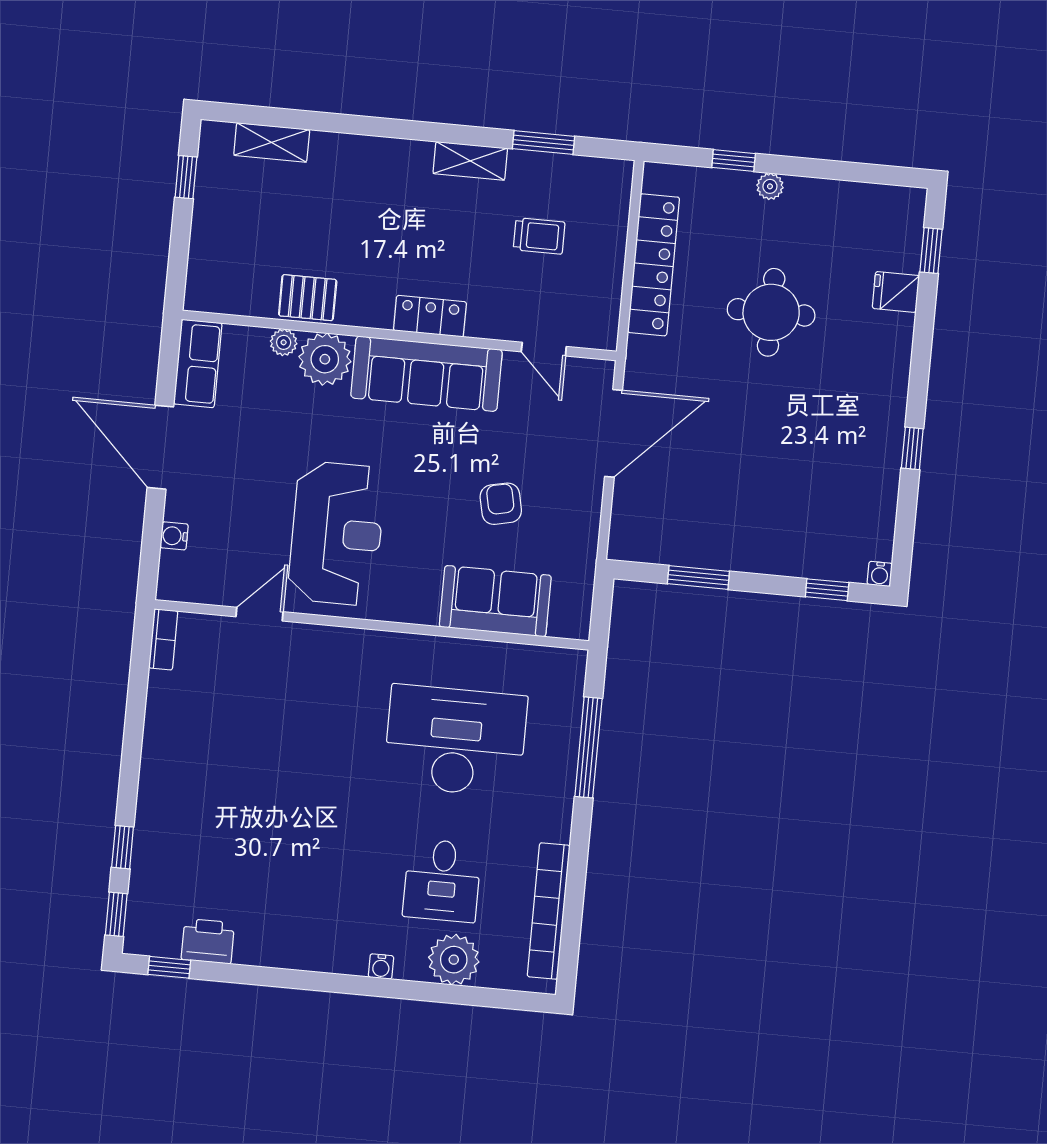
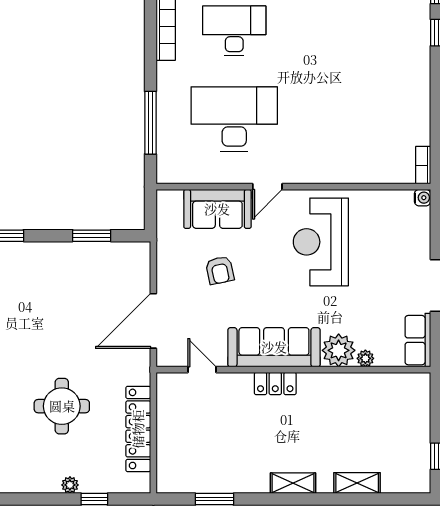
shelving: (272, 142) -> (357, 483), moved
shelving: (470, 161) -> (293, 483), moved
trolley: (539, 236) -> (212, 440), removed
pallet: (308, 298) -> (353, 388), removed
water cooler: (174, 536) -> (422, 198), moved
door: (260, 614) -> (267, 187), moved
desk: (455, 741) -> (234, 119), turned 180
desk: (442, 880) -> (234, 31), width x1.37

